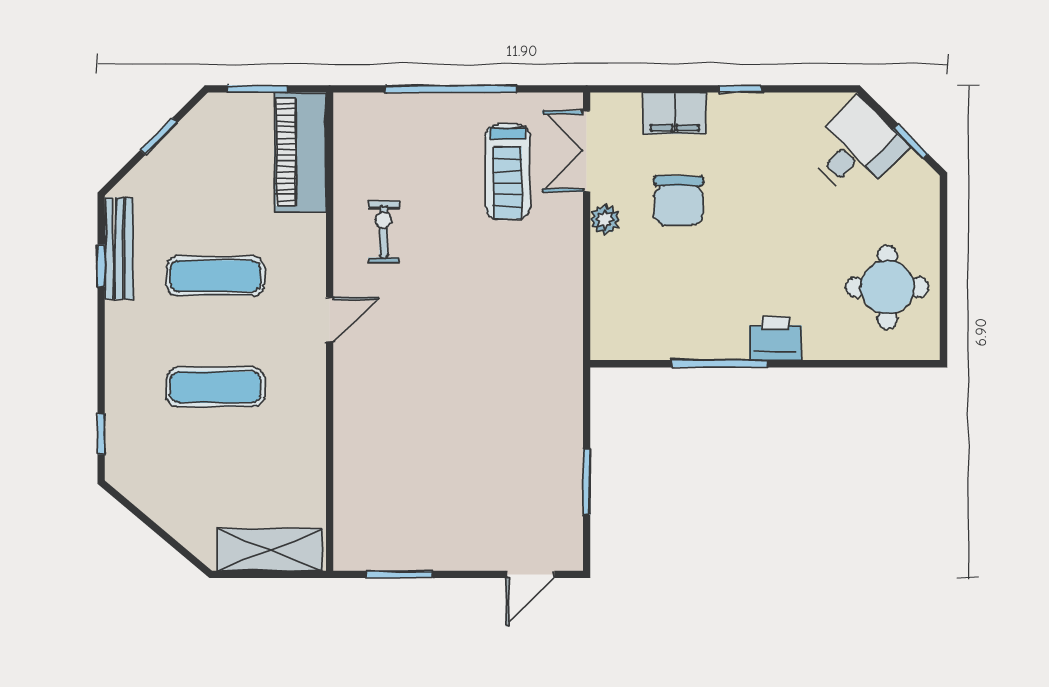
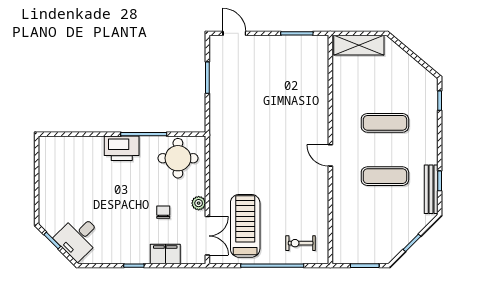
piano: (300, 152) -> (344, 235), removed
treadmill: (508, 172) -> (245, 226), width x1.37, depth x1.38
chair: (679, 201) -> (163, 212), width x0.54, depth x0.54
exercise bike: (384, 232) -> (301, 243), moved, turned 90
round table: (887, 287) -> (178, 158), moved
door: (330, 319) -> (330, 155), hinge flipped
printer: (775, 338) -> (122, 148), width x1.37, depth x1.19
door: (530, 574) -> (234, 33), hinge flipped

